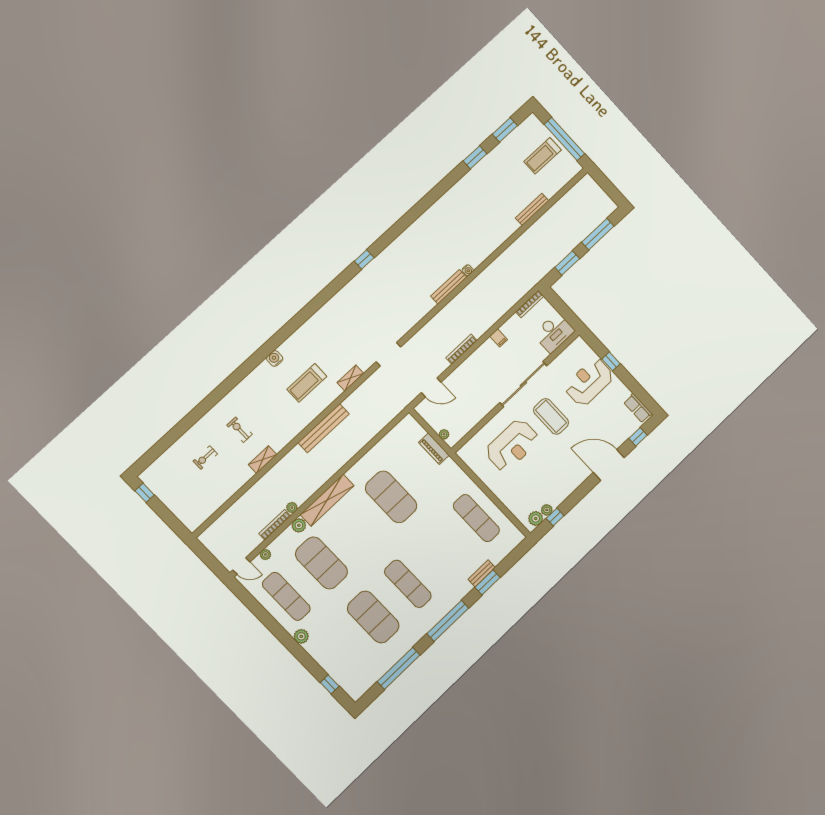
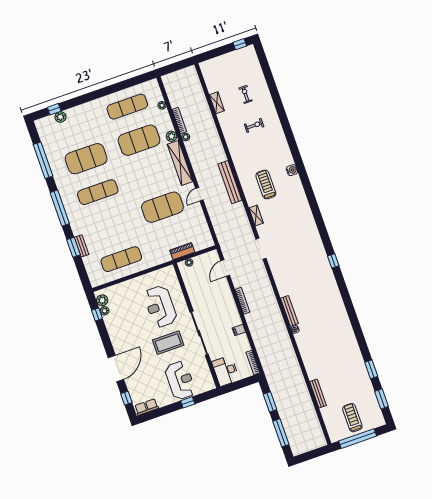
shelving: (263, 460) -> (217, 103), moved
door: (241, 566) -> (199, 194), moved
plant: (301, 636) -> (60, 117), moved

